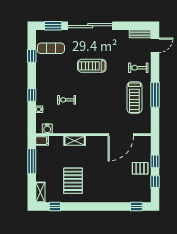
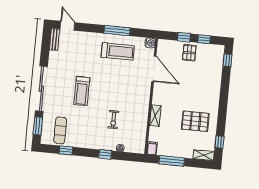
exercise bike: (138, 68) -> (88, 45), removed
water cooler: (47, 129) -> (150, 43), moved

